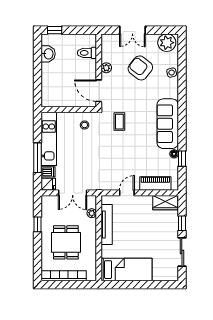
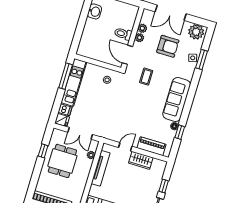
double door: (132, 30) -> (171, 13), width x1.37
toilet: (87, 53) -> (123, 34), moved
plant: (106, 57) -> (142, 28), added
armchair: (140, 68) -> (168, 46), turned 142
window: (182, 71) -> (202, 59), added
coffee table: (119, 122) -> (146, 77), moved
window: (38, 158) -> (66, 76), moved
wardrobe: (165, 203) -> (141, 160), moved
dining table: (66, 242) -> (62, 161), moved

